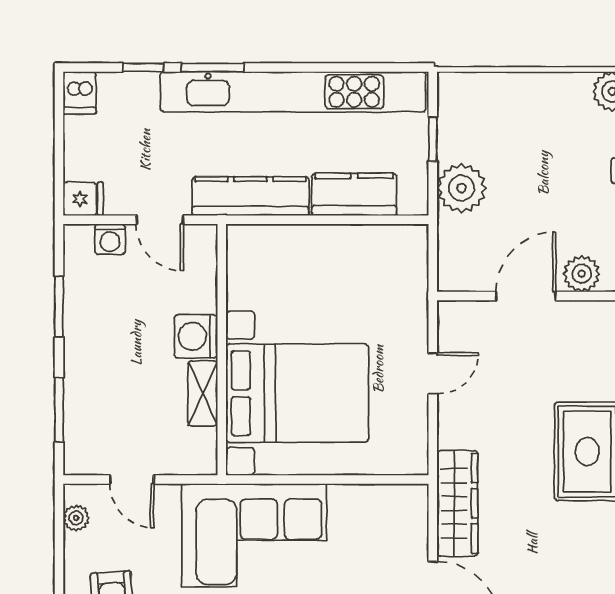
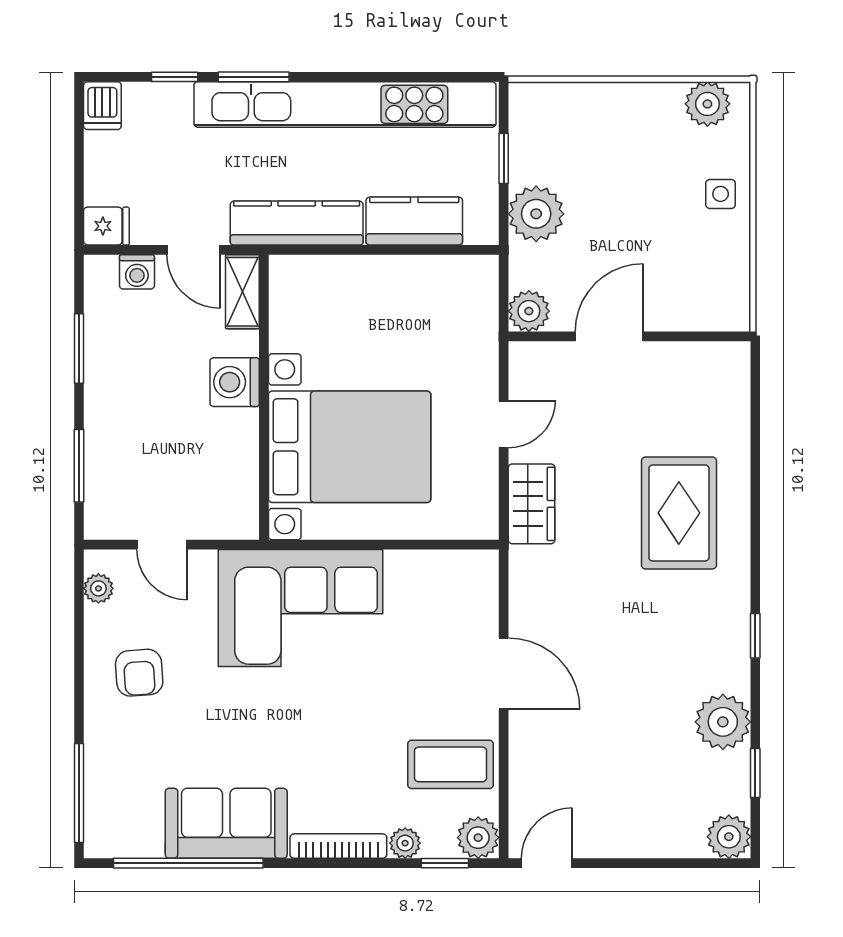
plant: (582, 274) -> (529, 311), moved
shelving: (203, 393) -> (242, 292), moved
wardrobe: (457, 503) -> (532, 504), moved, width x0.67

